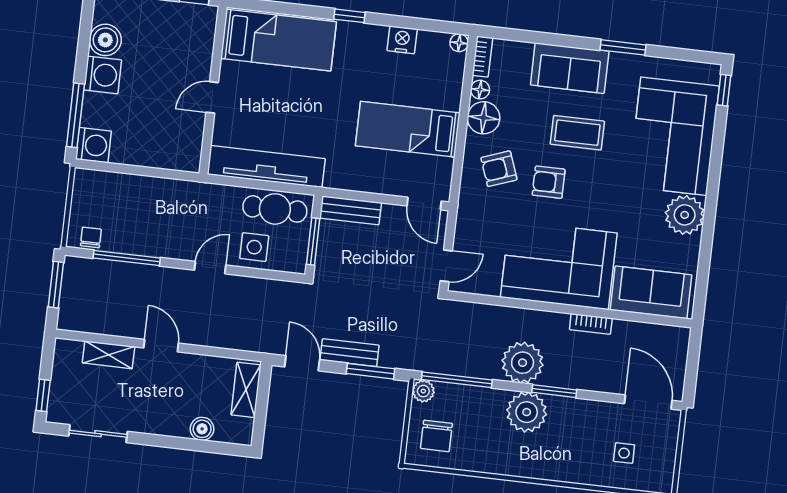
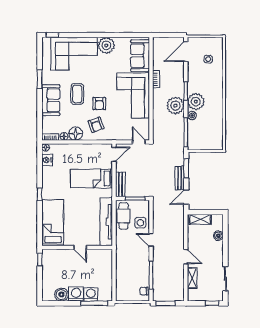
nightstand: (402, 40) -> (47, 160), moved
bed: (408, 129) -> (92, 178), moved, turned 90
washing machine: (93, 145) -> (91, 294), moved
door: (161, 346) -> (186, 257), swing flipped
plant: (423, 391) -> (192, 115), moved
chair: (436, 436) -> (210, 138), removed

